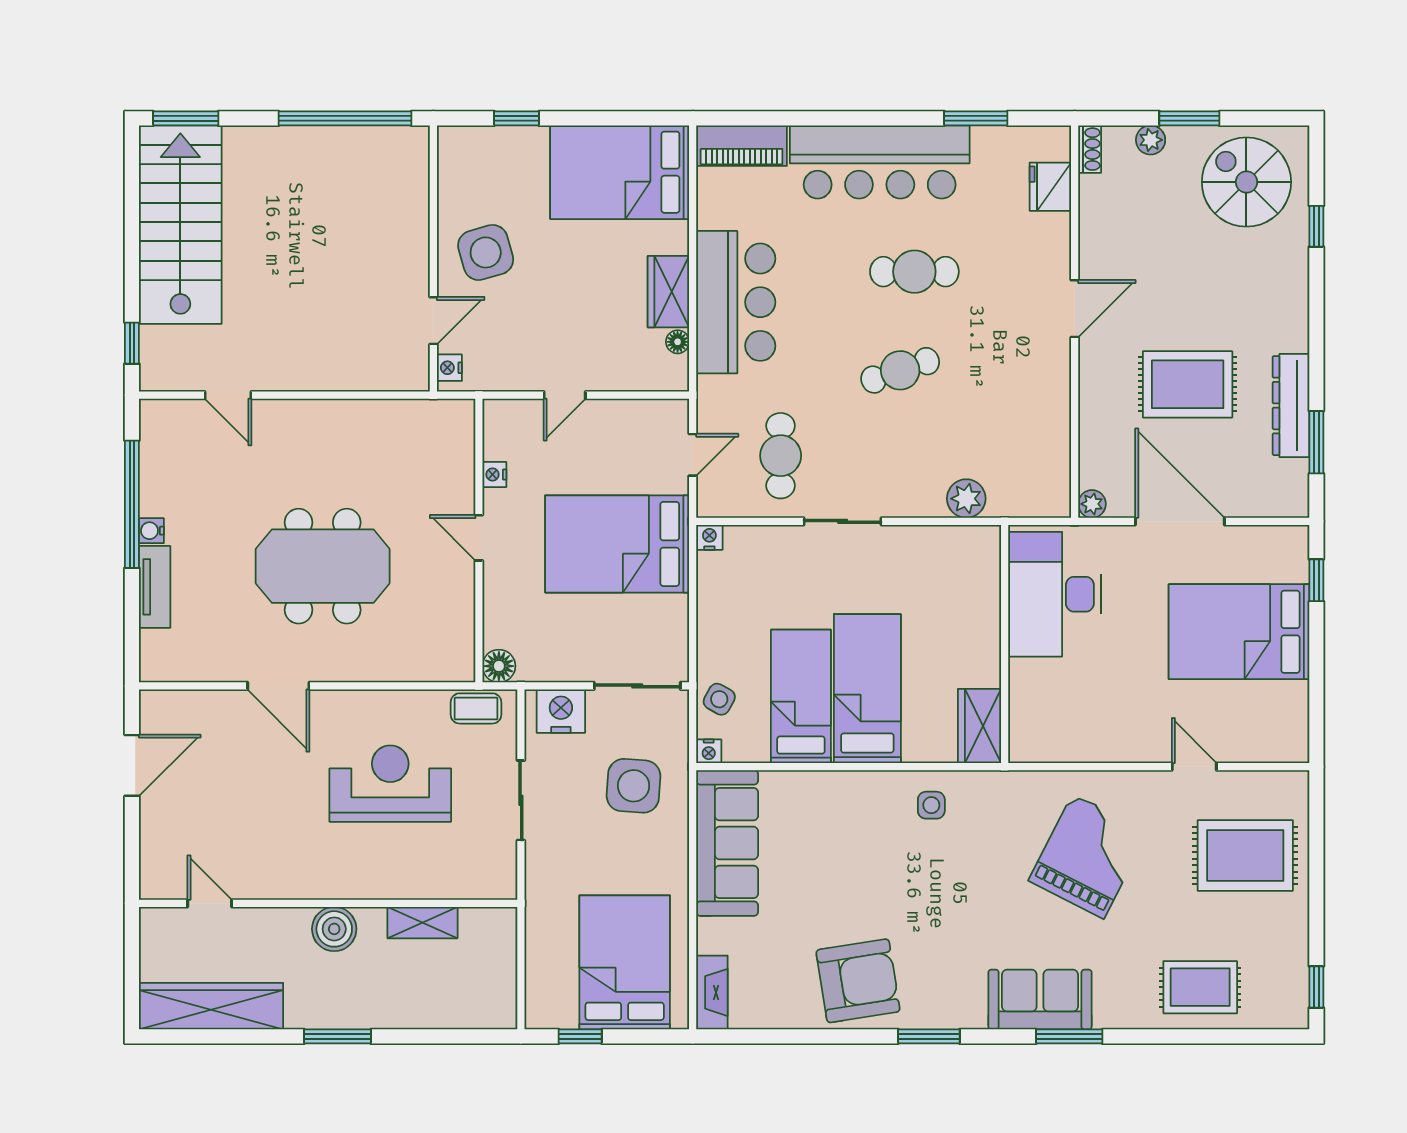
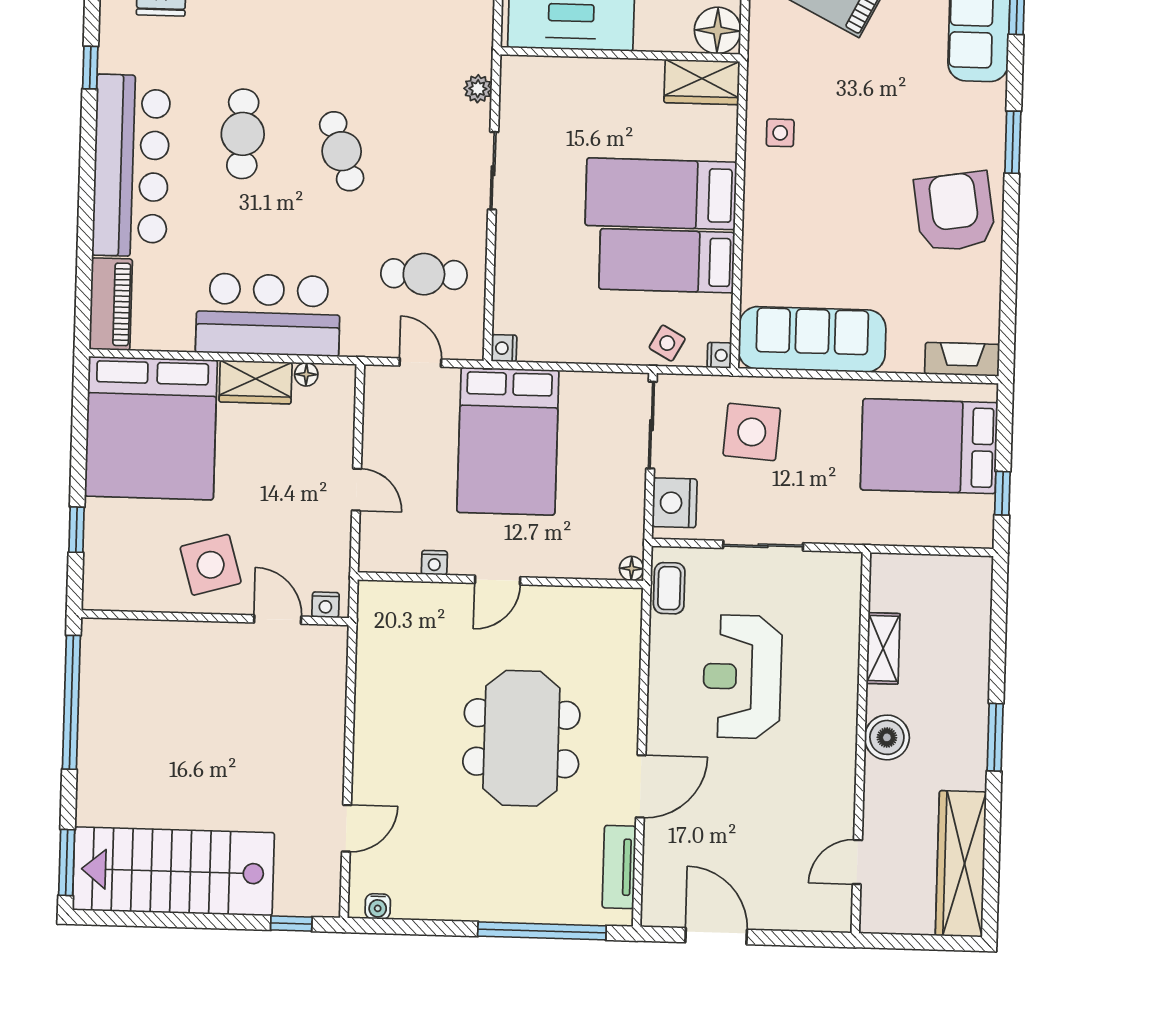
window: (976, 118) -> (90, 68), width x0.67
bed: (620, 172) -> (151, 428), width x1.36
plant: (966, 499) -> (478, 89), width x0.73, depth x0.73
window: (132, 504) -> (542, 931), moved
sliding door: (843, 521) -> (493, 171), moved
water cooler: (151, 531) -> (378, 906), moved
tv unit: (155, 587) -> (619, 867), moved, turned -90
floor lamp: (499, 666) -> (632, 568), width x0.73, depth x0.73
floor lamp: (1031, 740) -> (718, 30), added

